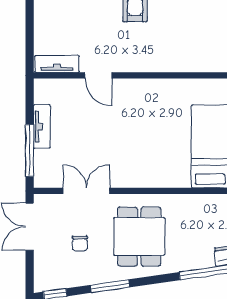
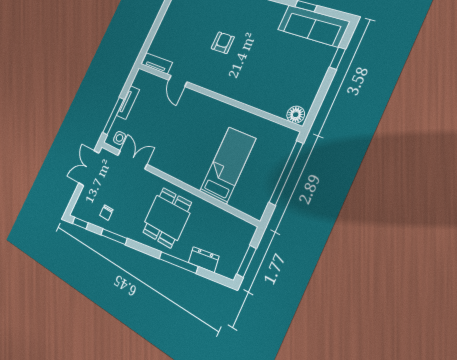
side table: (54, 173) -> (119, 138), added
dining table: (139, 236) -> (167, 218), moved
chair: (80, 243) -> (106, 213), moved

